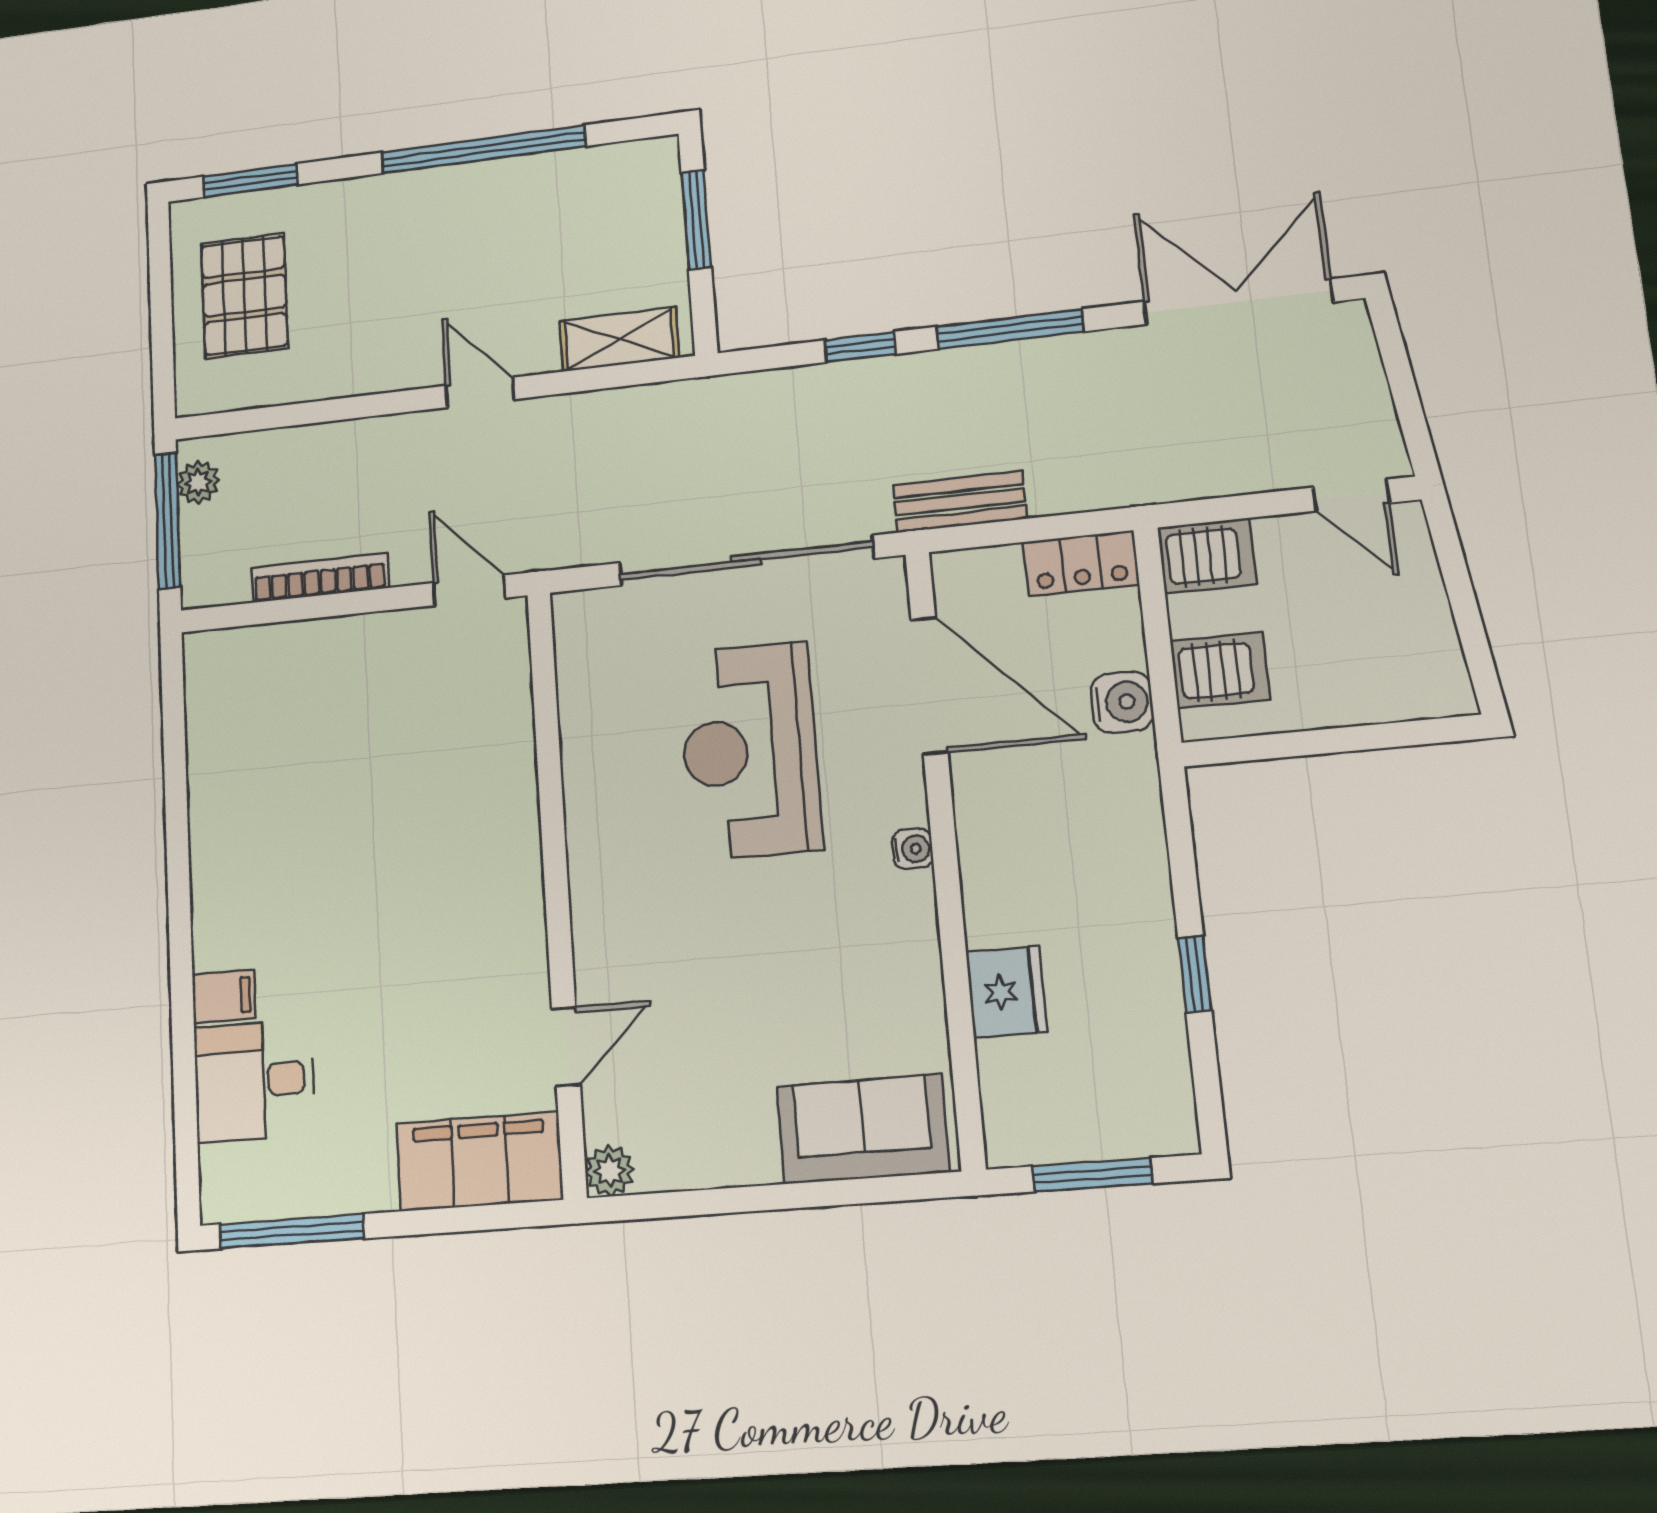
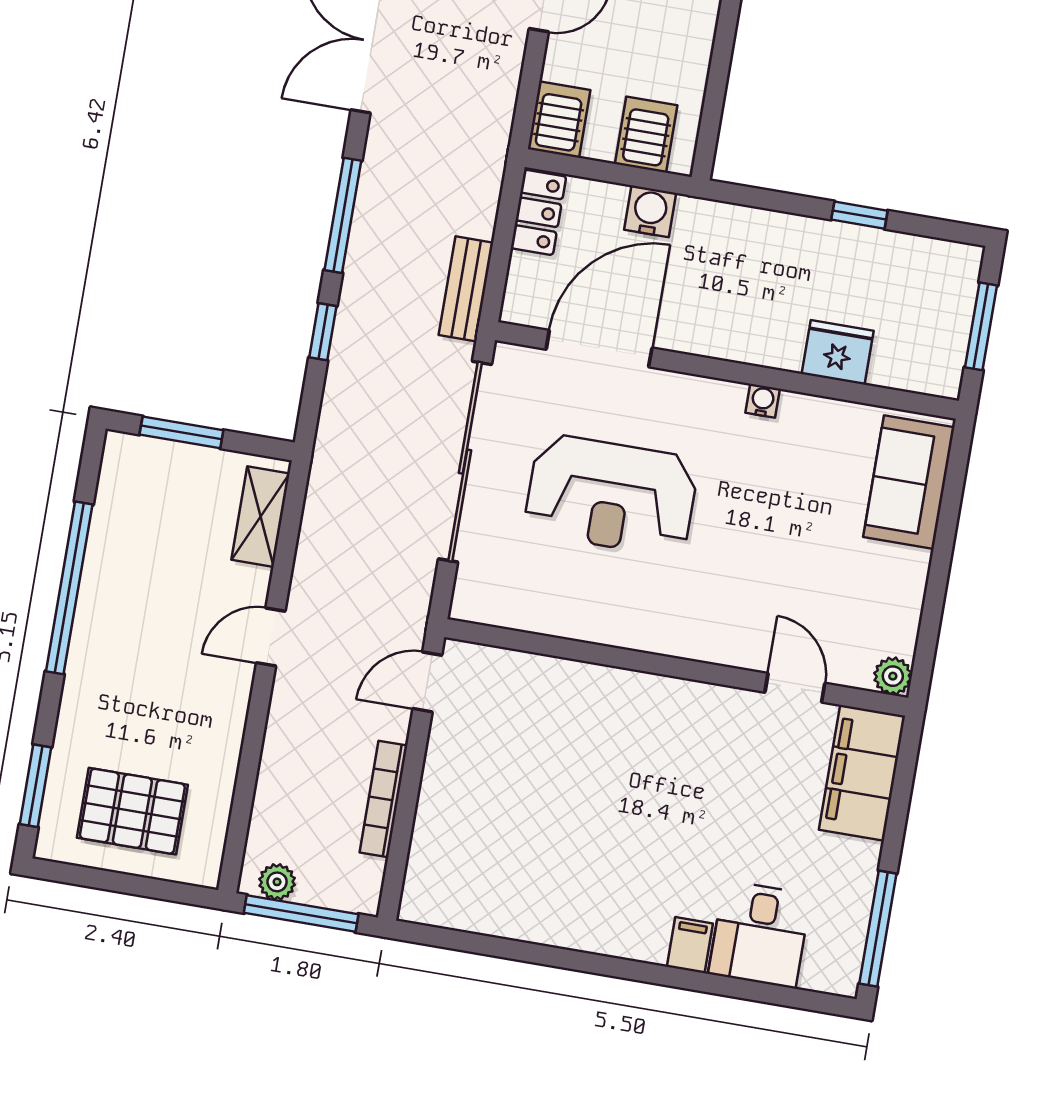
water cooler: (913, 849) -> (763, 401), moved

